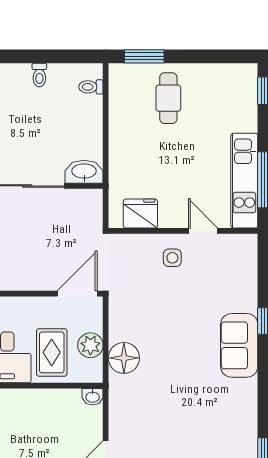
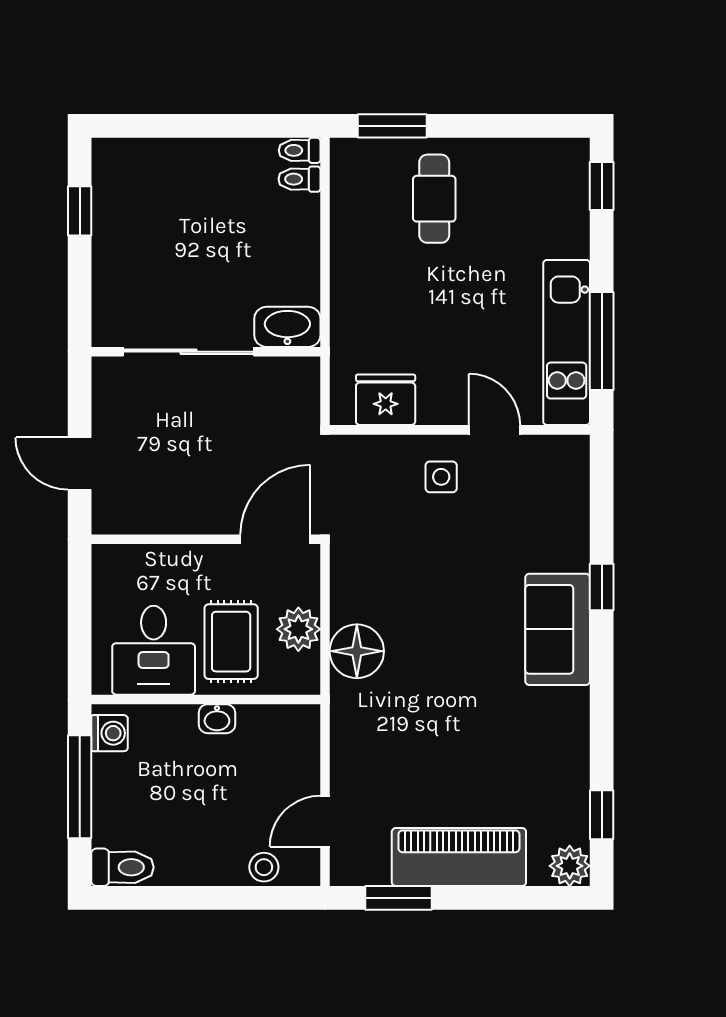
toilet: (39, 75) -> (300, 150), moved, turned 90
washbasin: (93, 397) -> (217, 719), moved

